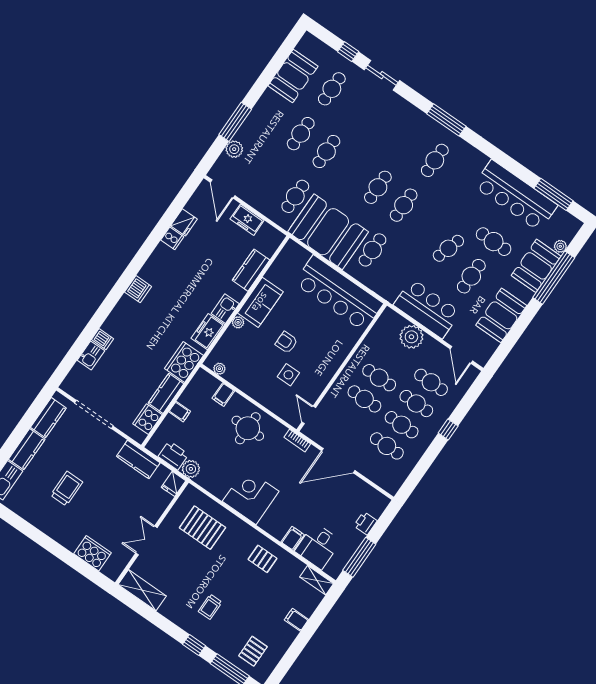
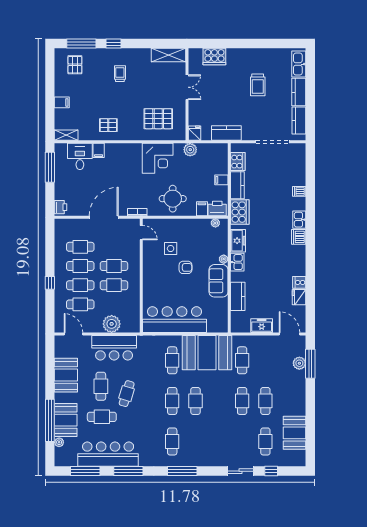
window: (235, 122) -> (310, 364), moved
window: (506, 161) -> (128, 471), added
kitchen sink: (91, 355) -> (299, 220), moved
printer: (173, 455) -> (217, 208), moved, turned 180
corner desk: (251, 496) -> (158, 158), moved
printer: (365, 523) -> (61, 207), moved

